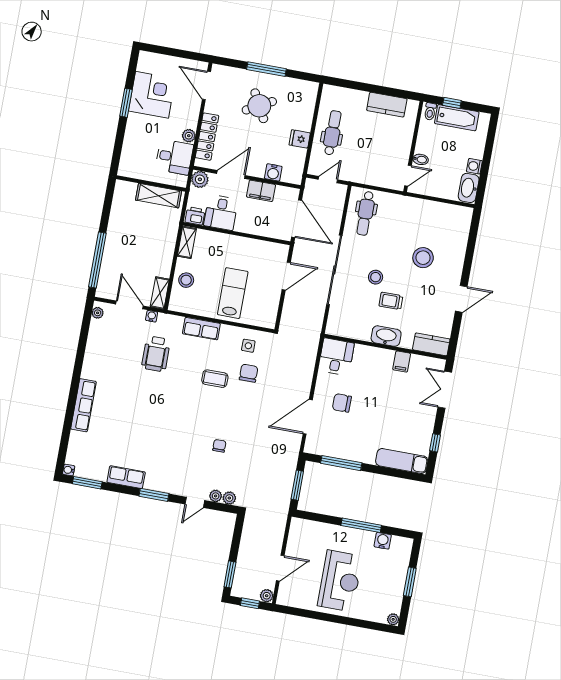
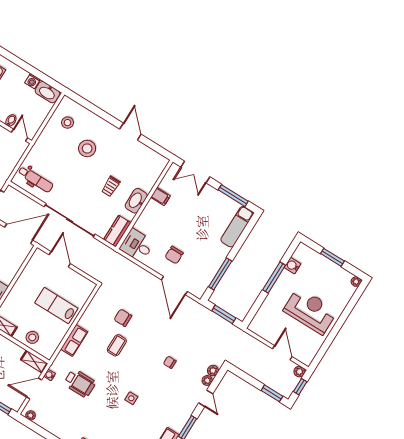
stool: (376, 277) -> (67, 123), moved
kitchen counter: (431, 344) -> (117, 231), moved
side table: (248, 346) -> (131, 398), moved
window: (435, 443) -> (233, 196), width x2.17

